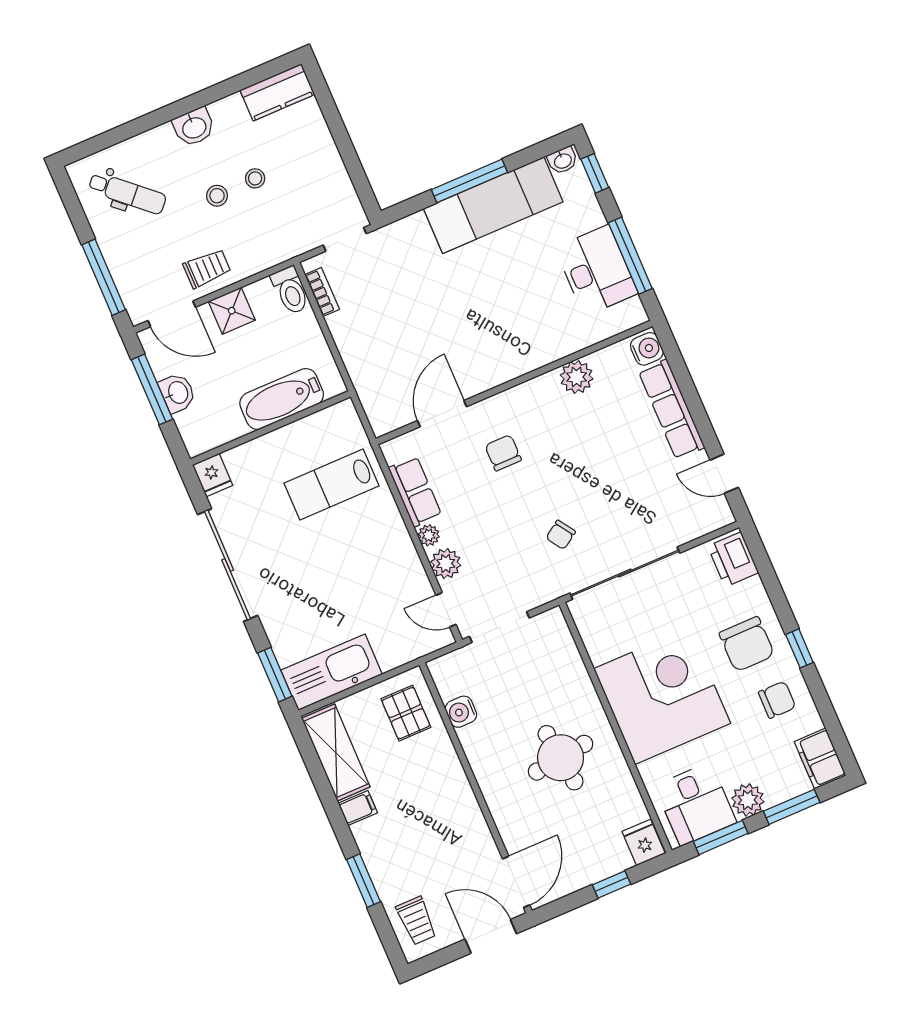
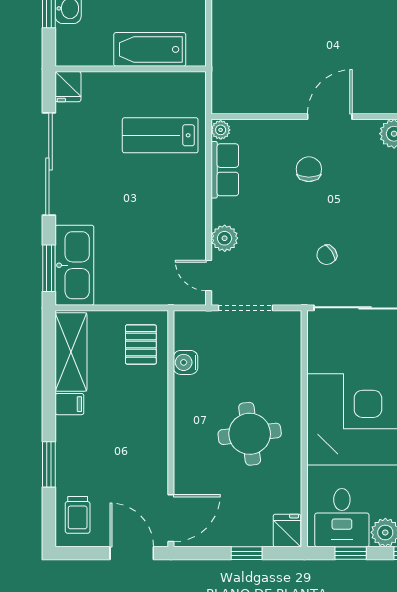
door: (442, 414) -> (330, 117), moved
plant: (429, 535) -> (221, 130), moved
kitchen sink: (332, 672) -> (74, 265), moved, turned 90
window: (721, 837) -> (351, 553), width x0.67

